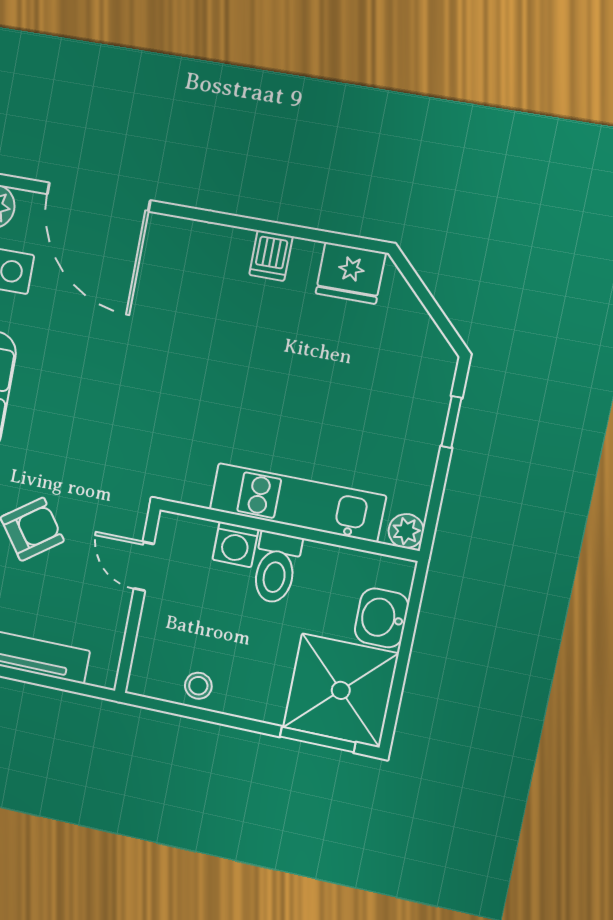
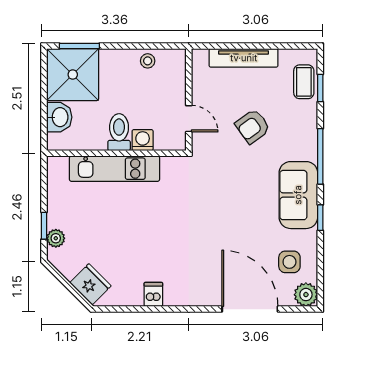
fridge: (351, 273) -> (90, 284), moved, turned 45
plant: (406, 531) -> (56, 238), moved

